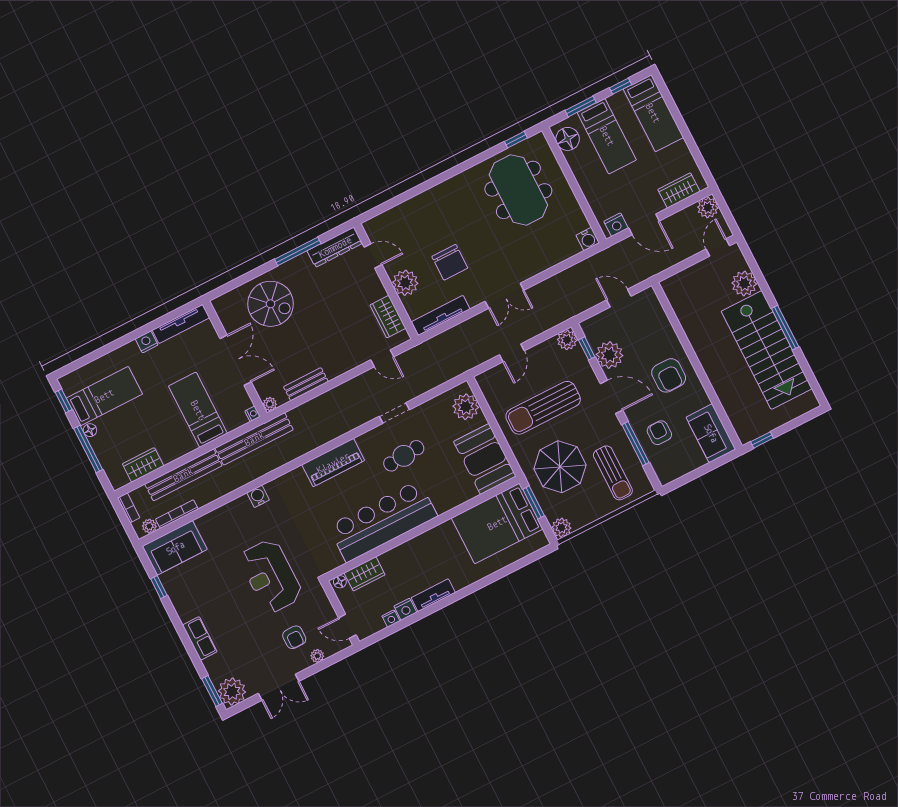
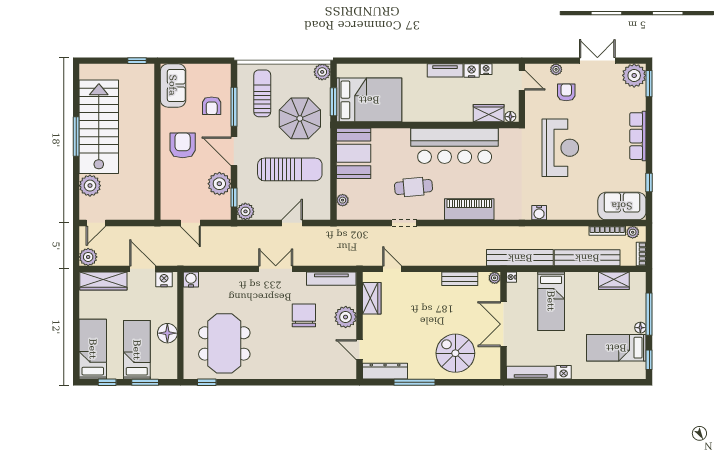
floor lamp: (568, 139) -> (167, 333), moved
wardrobe: (679, 190) -> (103, 281), width x1.50
plant: (466, 407) -> (343, 200), width x0.53, depth x0.53
row of seats: (200, 638) -> (638, 136), width x1.48

